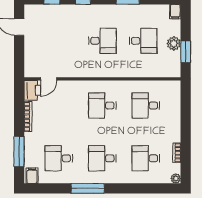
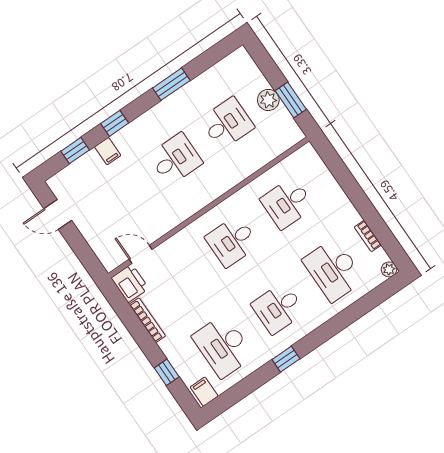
filing cabinet: (175, 12) -> (108, 151), moved
door: (49, 79) -> (141, 254), swing flipped
window: (19, 152) -> (167, 372), width x0.46
desk: (59, 158) -> (223, 346), width x1.37
desk: (146, 158) -> (333, 270), width x1.37
window: (88, 188) -> (286, 359), width x0.46

